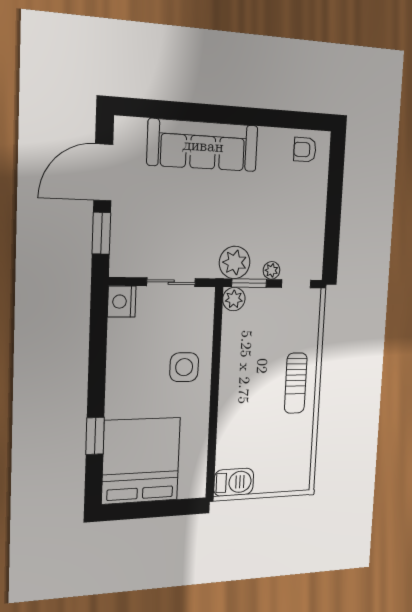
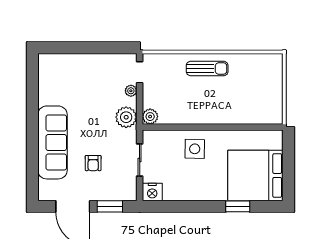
armchair: (305, 150) -> (93, 163), moved
window: (249, 283) -> (140, 106), removed
barbecue: (234, 482) -> (274, 110), removed

